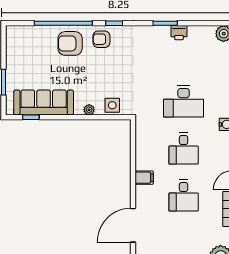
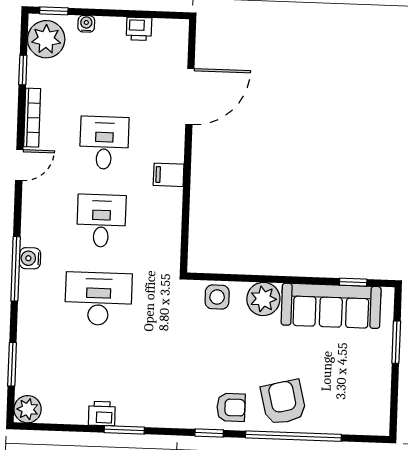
armchair: (70, 43) -> (283, 402), turned -104
plant: (89, 110) -> (263, 299), width x1.87, depth x1.87

